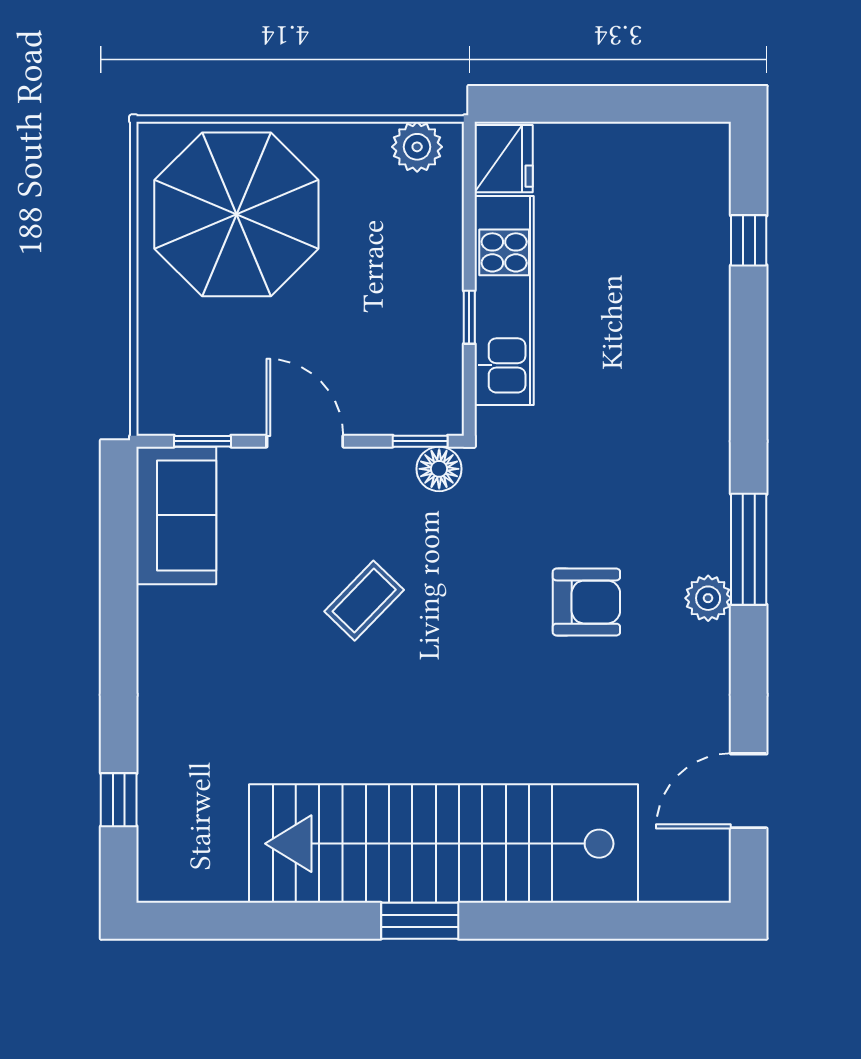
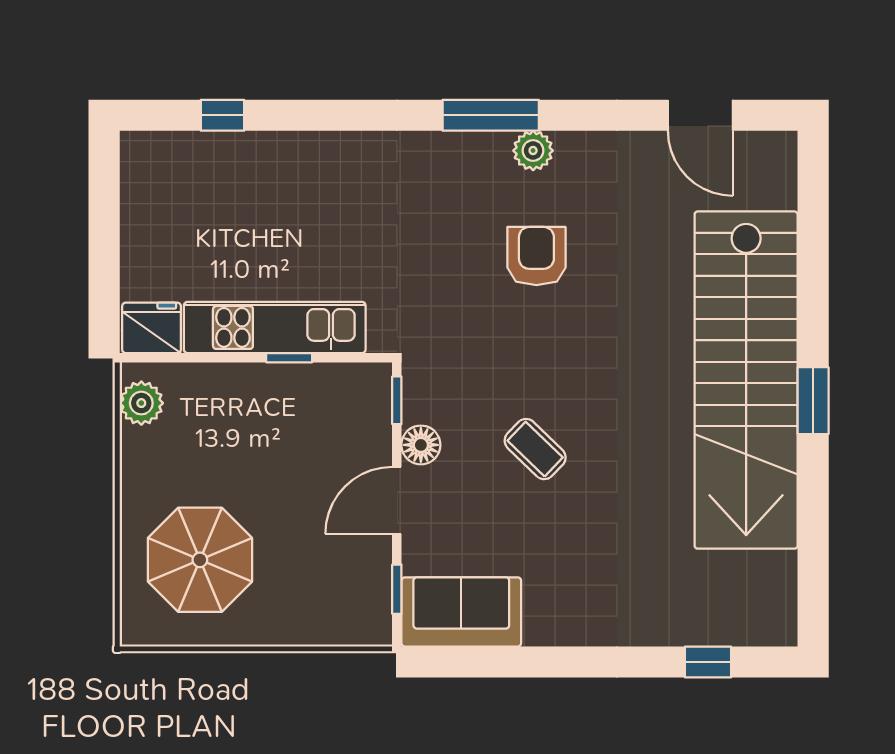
parasol: (236, 214) -> (200, 560), width x0.73, depth x0.73
floor lamp: (439, 469) -> (421, 445), moved

